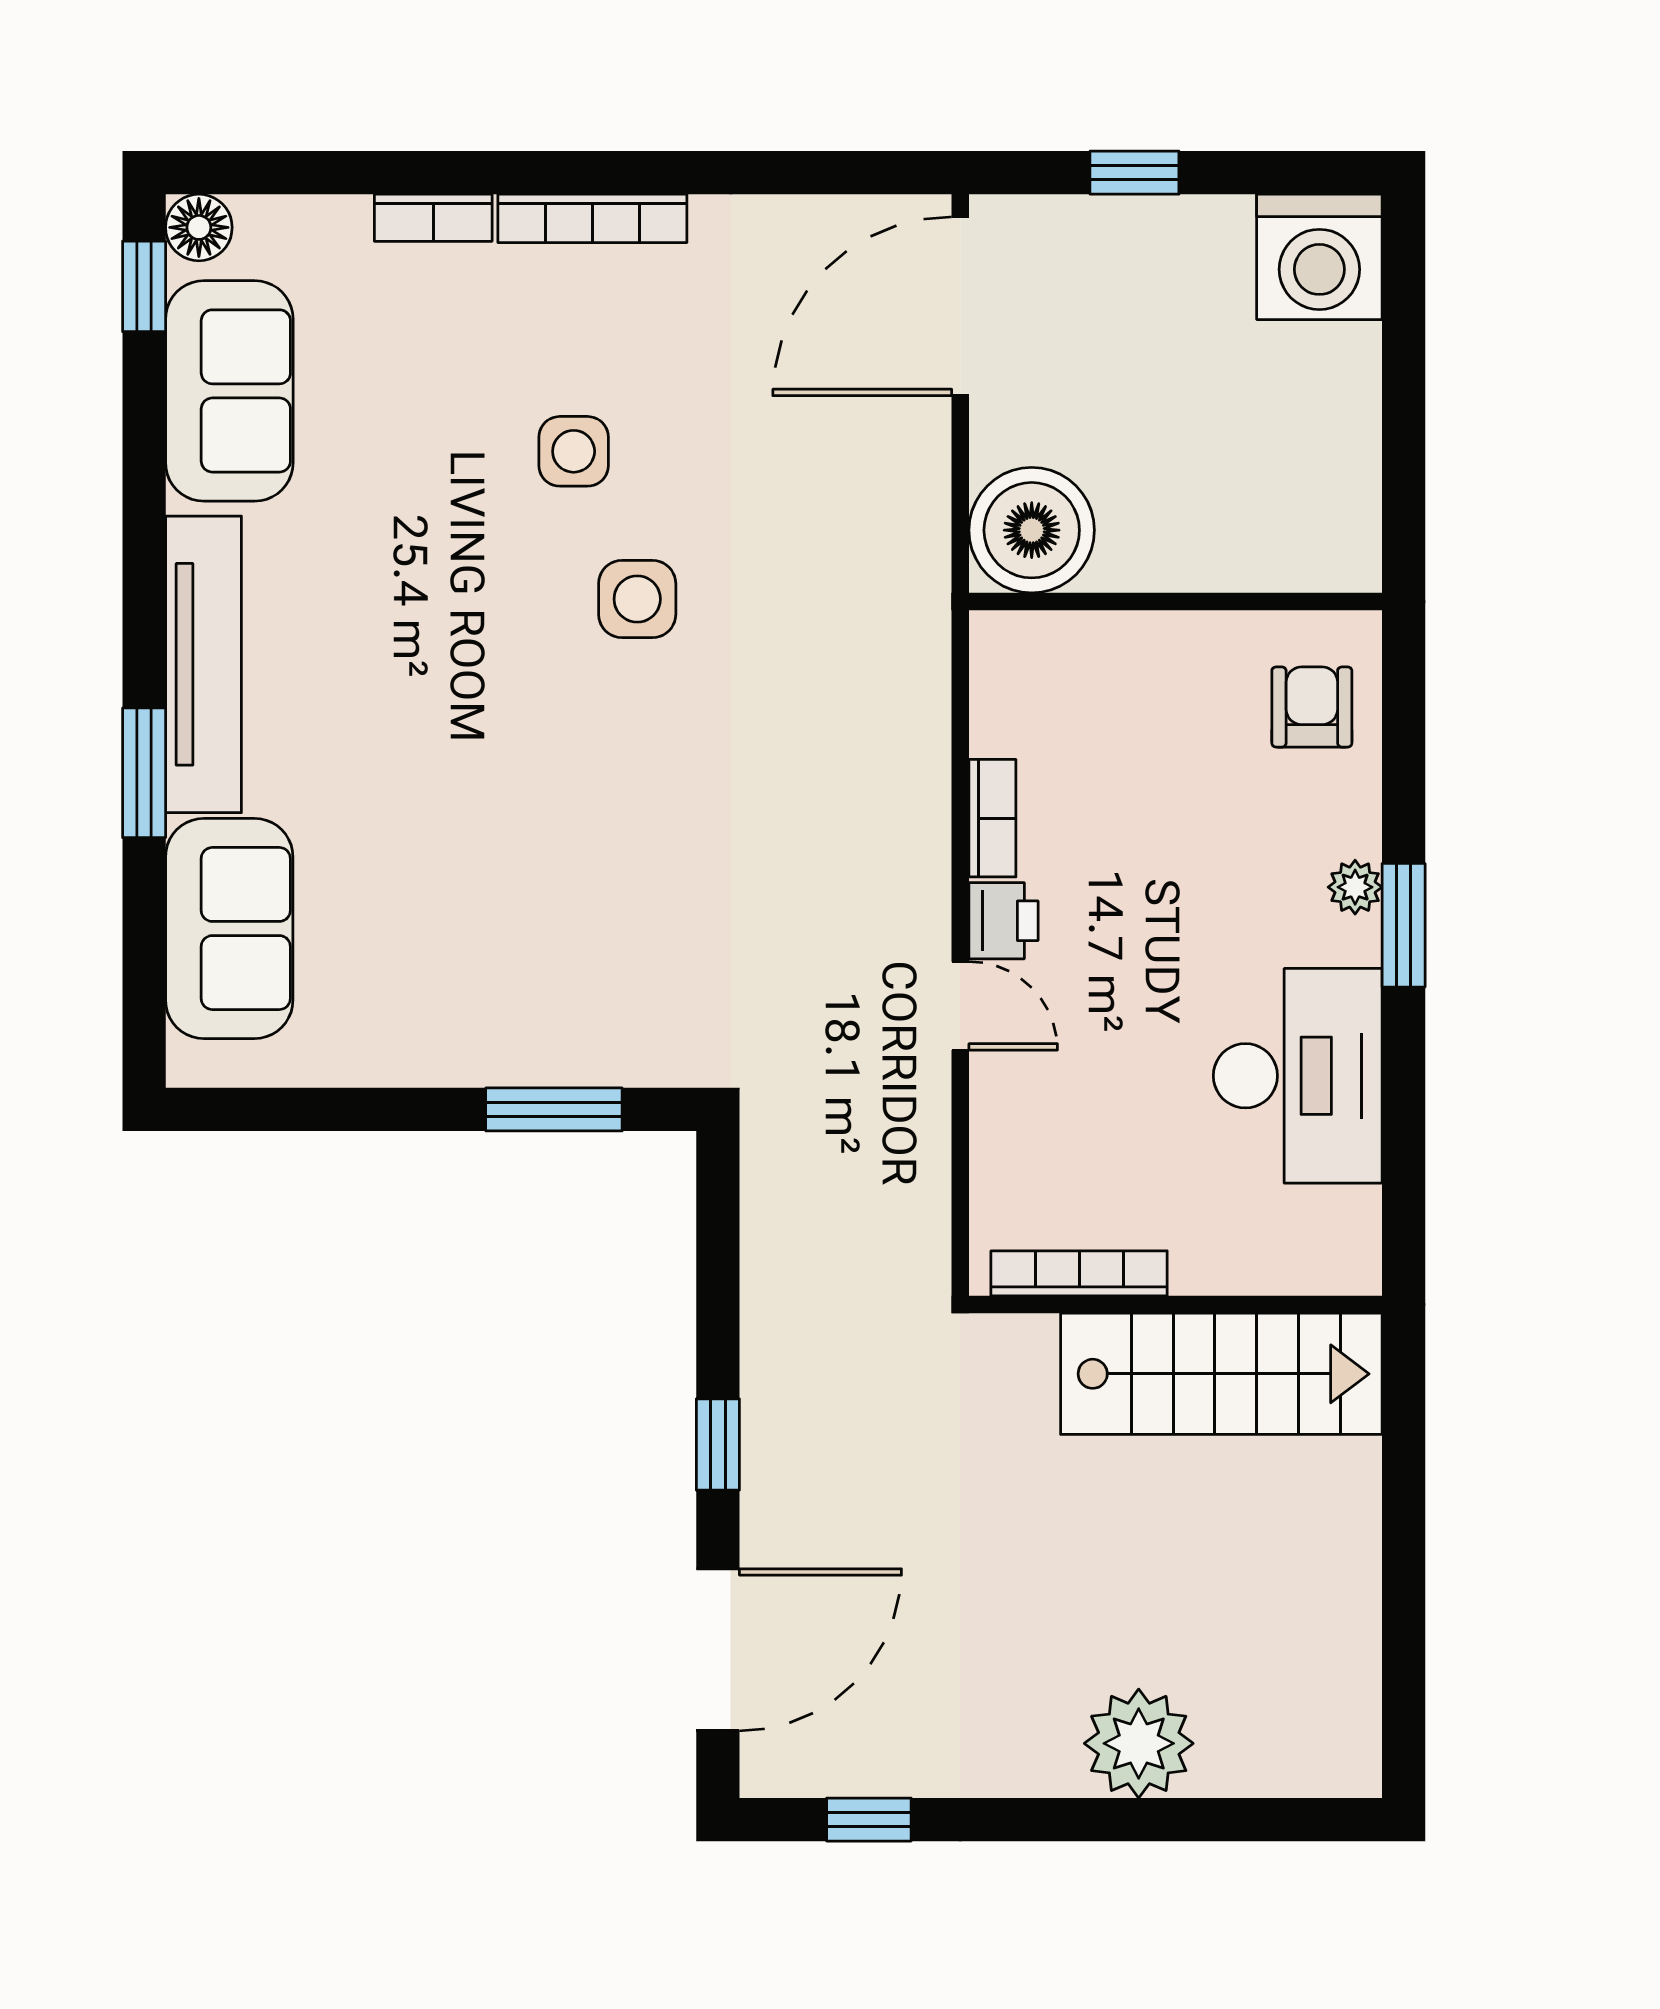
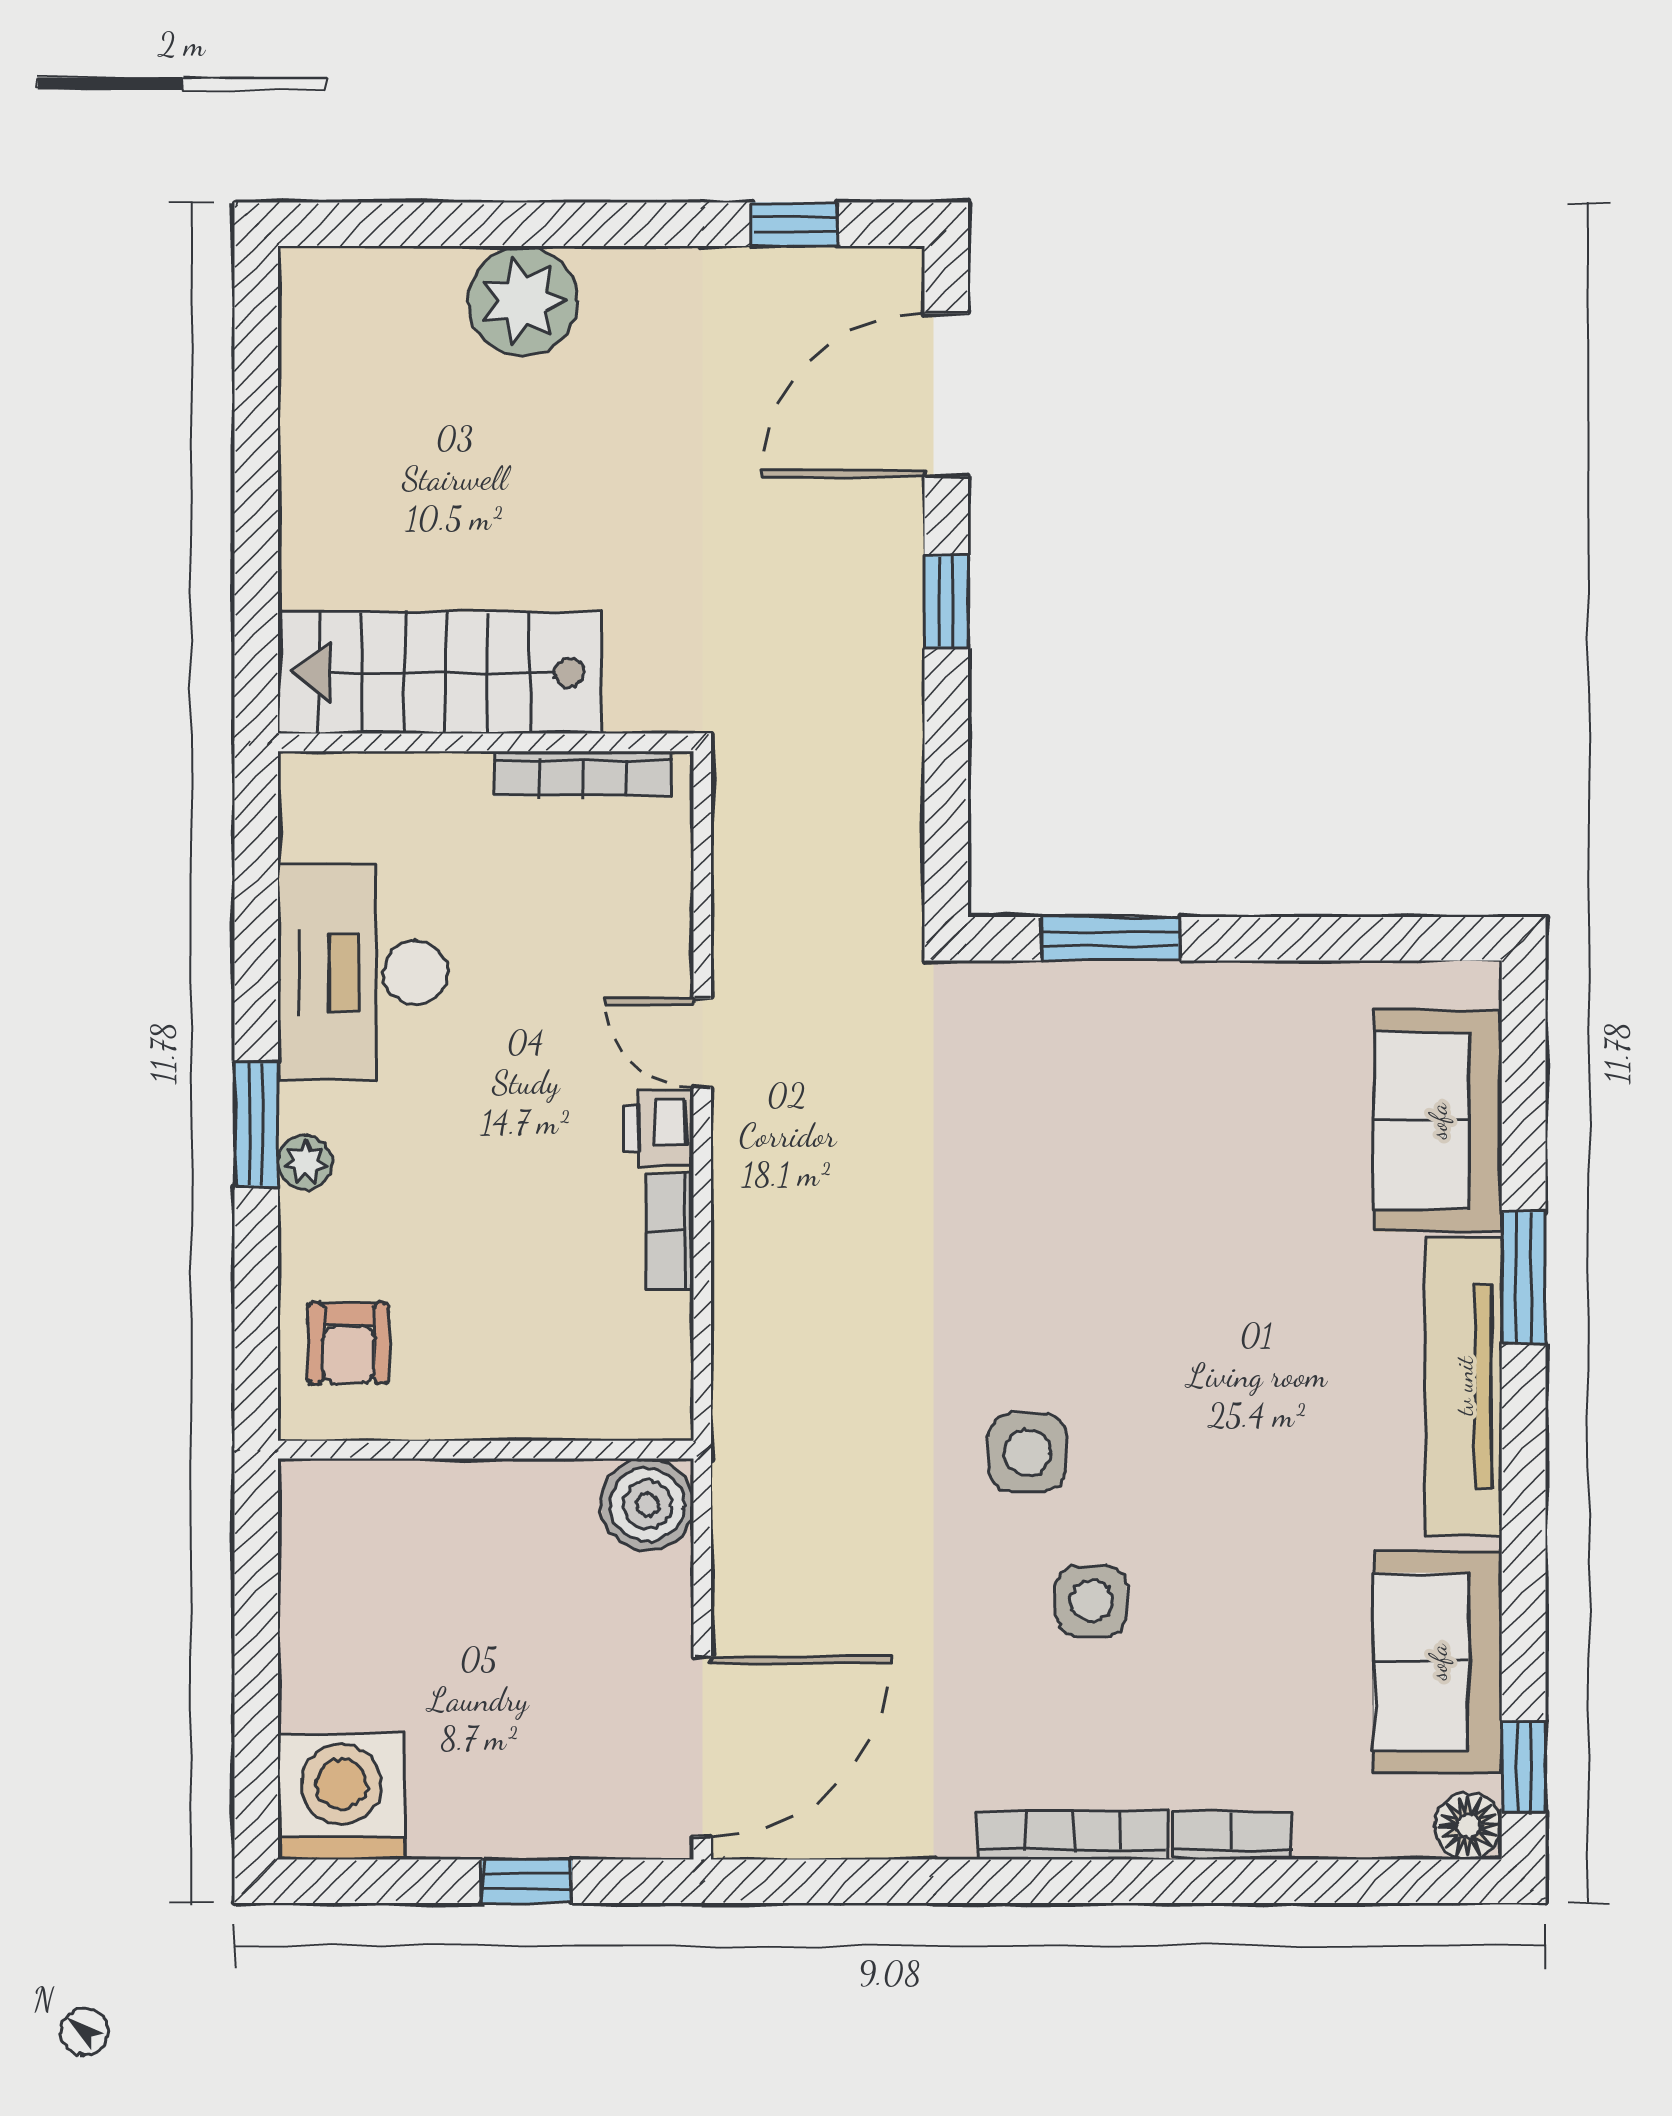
boiler: (1032, 530) -> (647, 1505), width x0.73, depth x0.73

